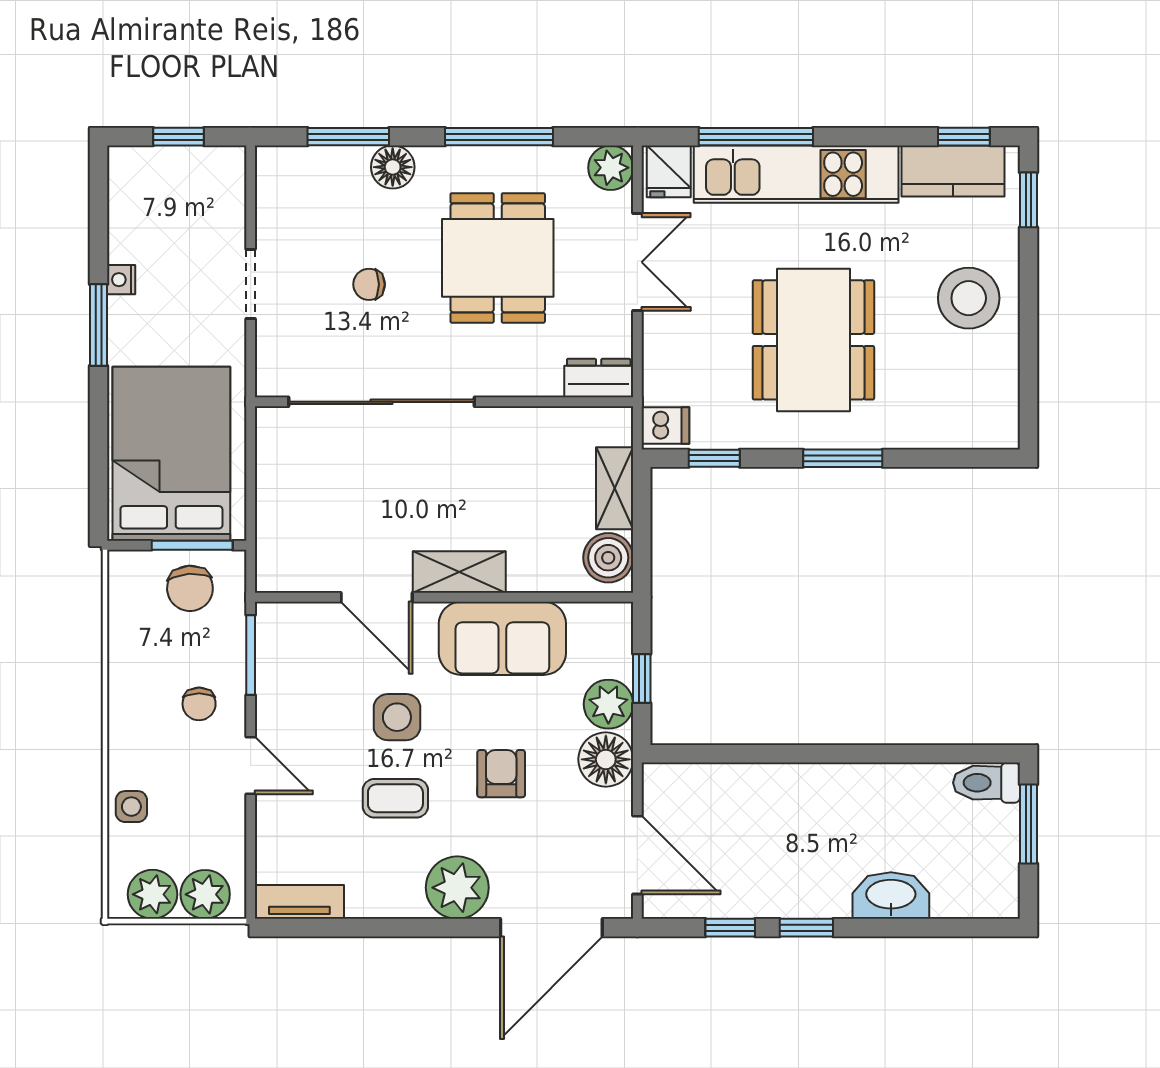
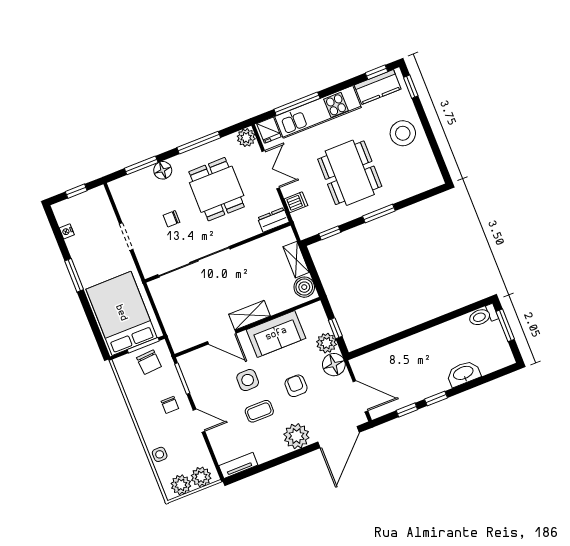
nightstand: (121, 280) -> (67, 231), moved
dishwasher: (665, 426) -> (296, 202), moved

